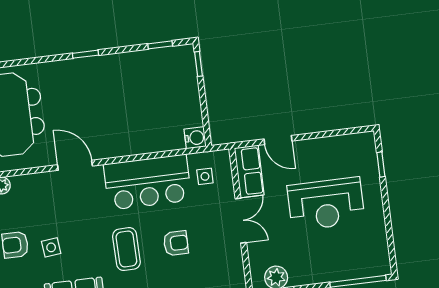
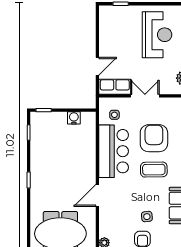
water cooler: (195, 138) -> (74, 118), moved
reception desk: (326, 204) -> (157, 35), moved
armchair: (176, 243) -> (154, 138), width x1.88, depth x1.88

